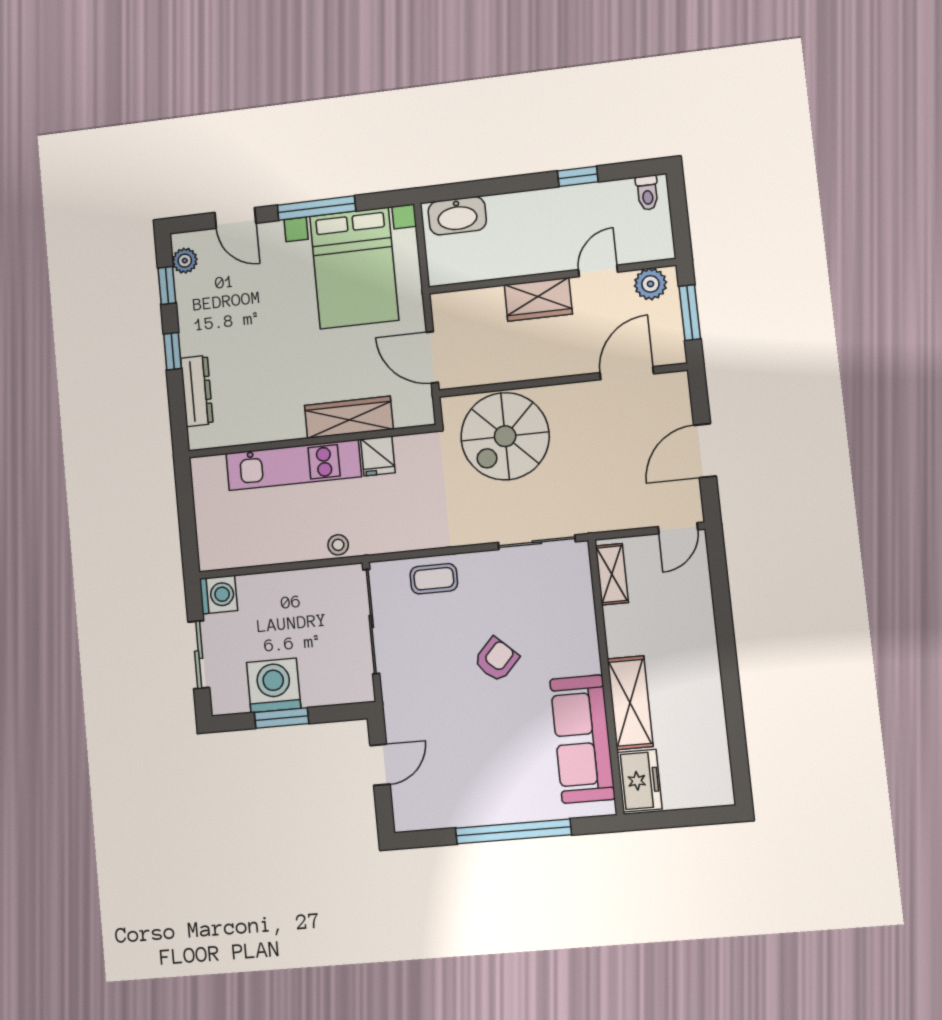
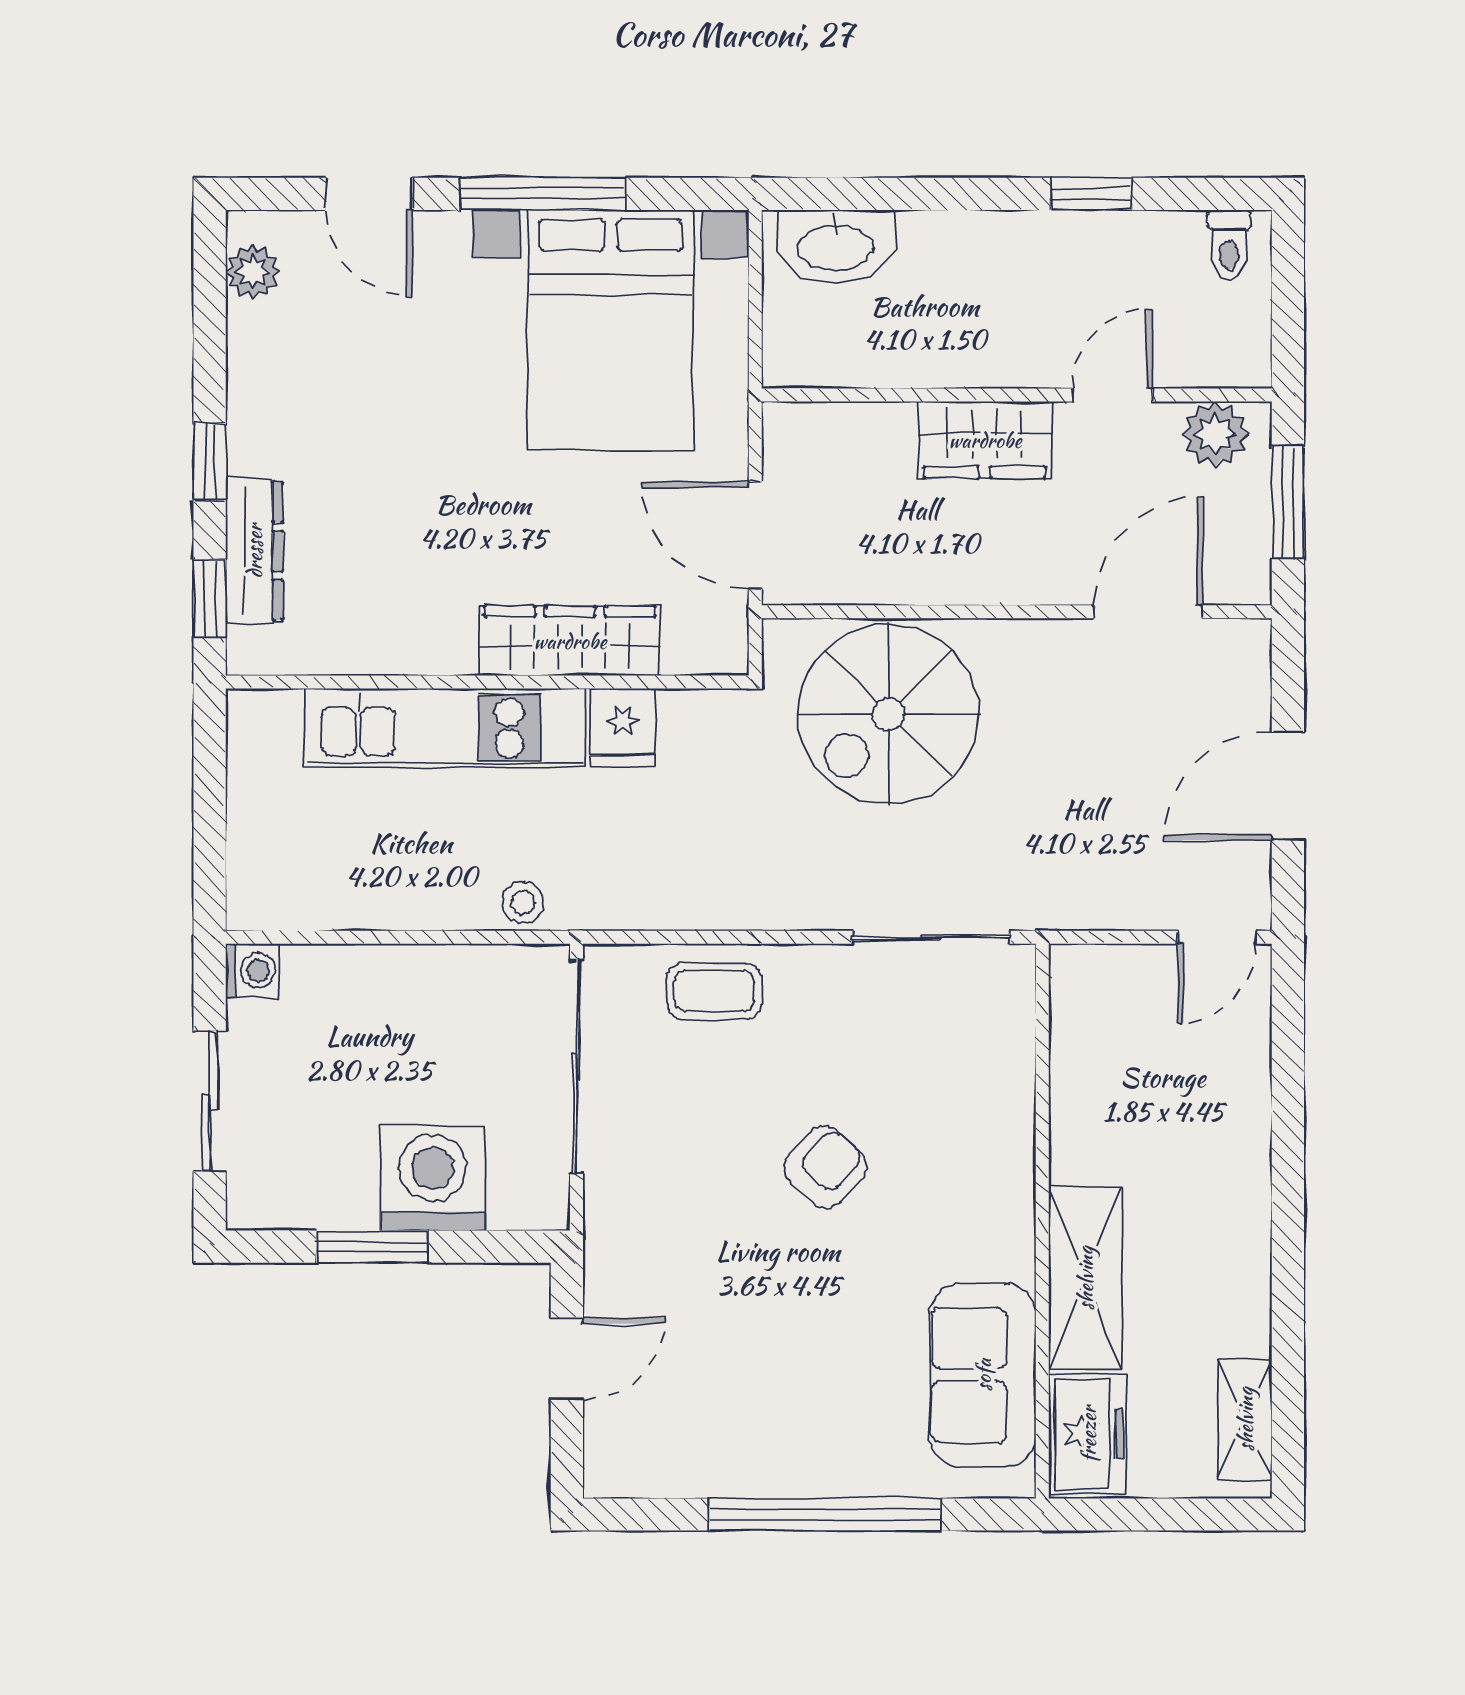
window: (167, 285) -> (210, 598), moved
shelving: (612, 574) -> (1245, 1419), moved
washing machine: (219, 595) -> (253, 971), width x0.73, depth x0.73
washing machine: (274, 685) -> (433, 1178), moved
sofa: (582, 739) -> (983, 1375), width x0.73

